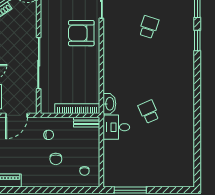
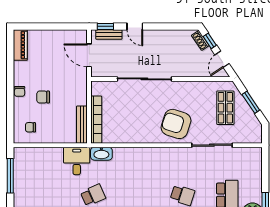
armchair: (81, 33) -> (176, 124), turned -72
bench: (87, 122) -> (82, 125), width x1.36
chair: (49, 135) -> (20, 91), moved

